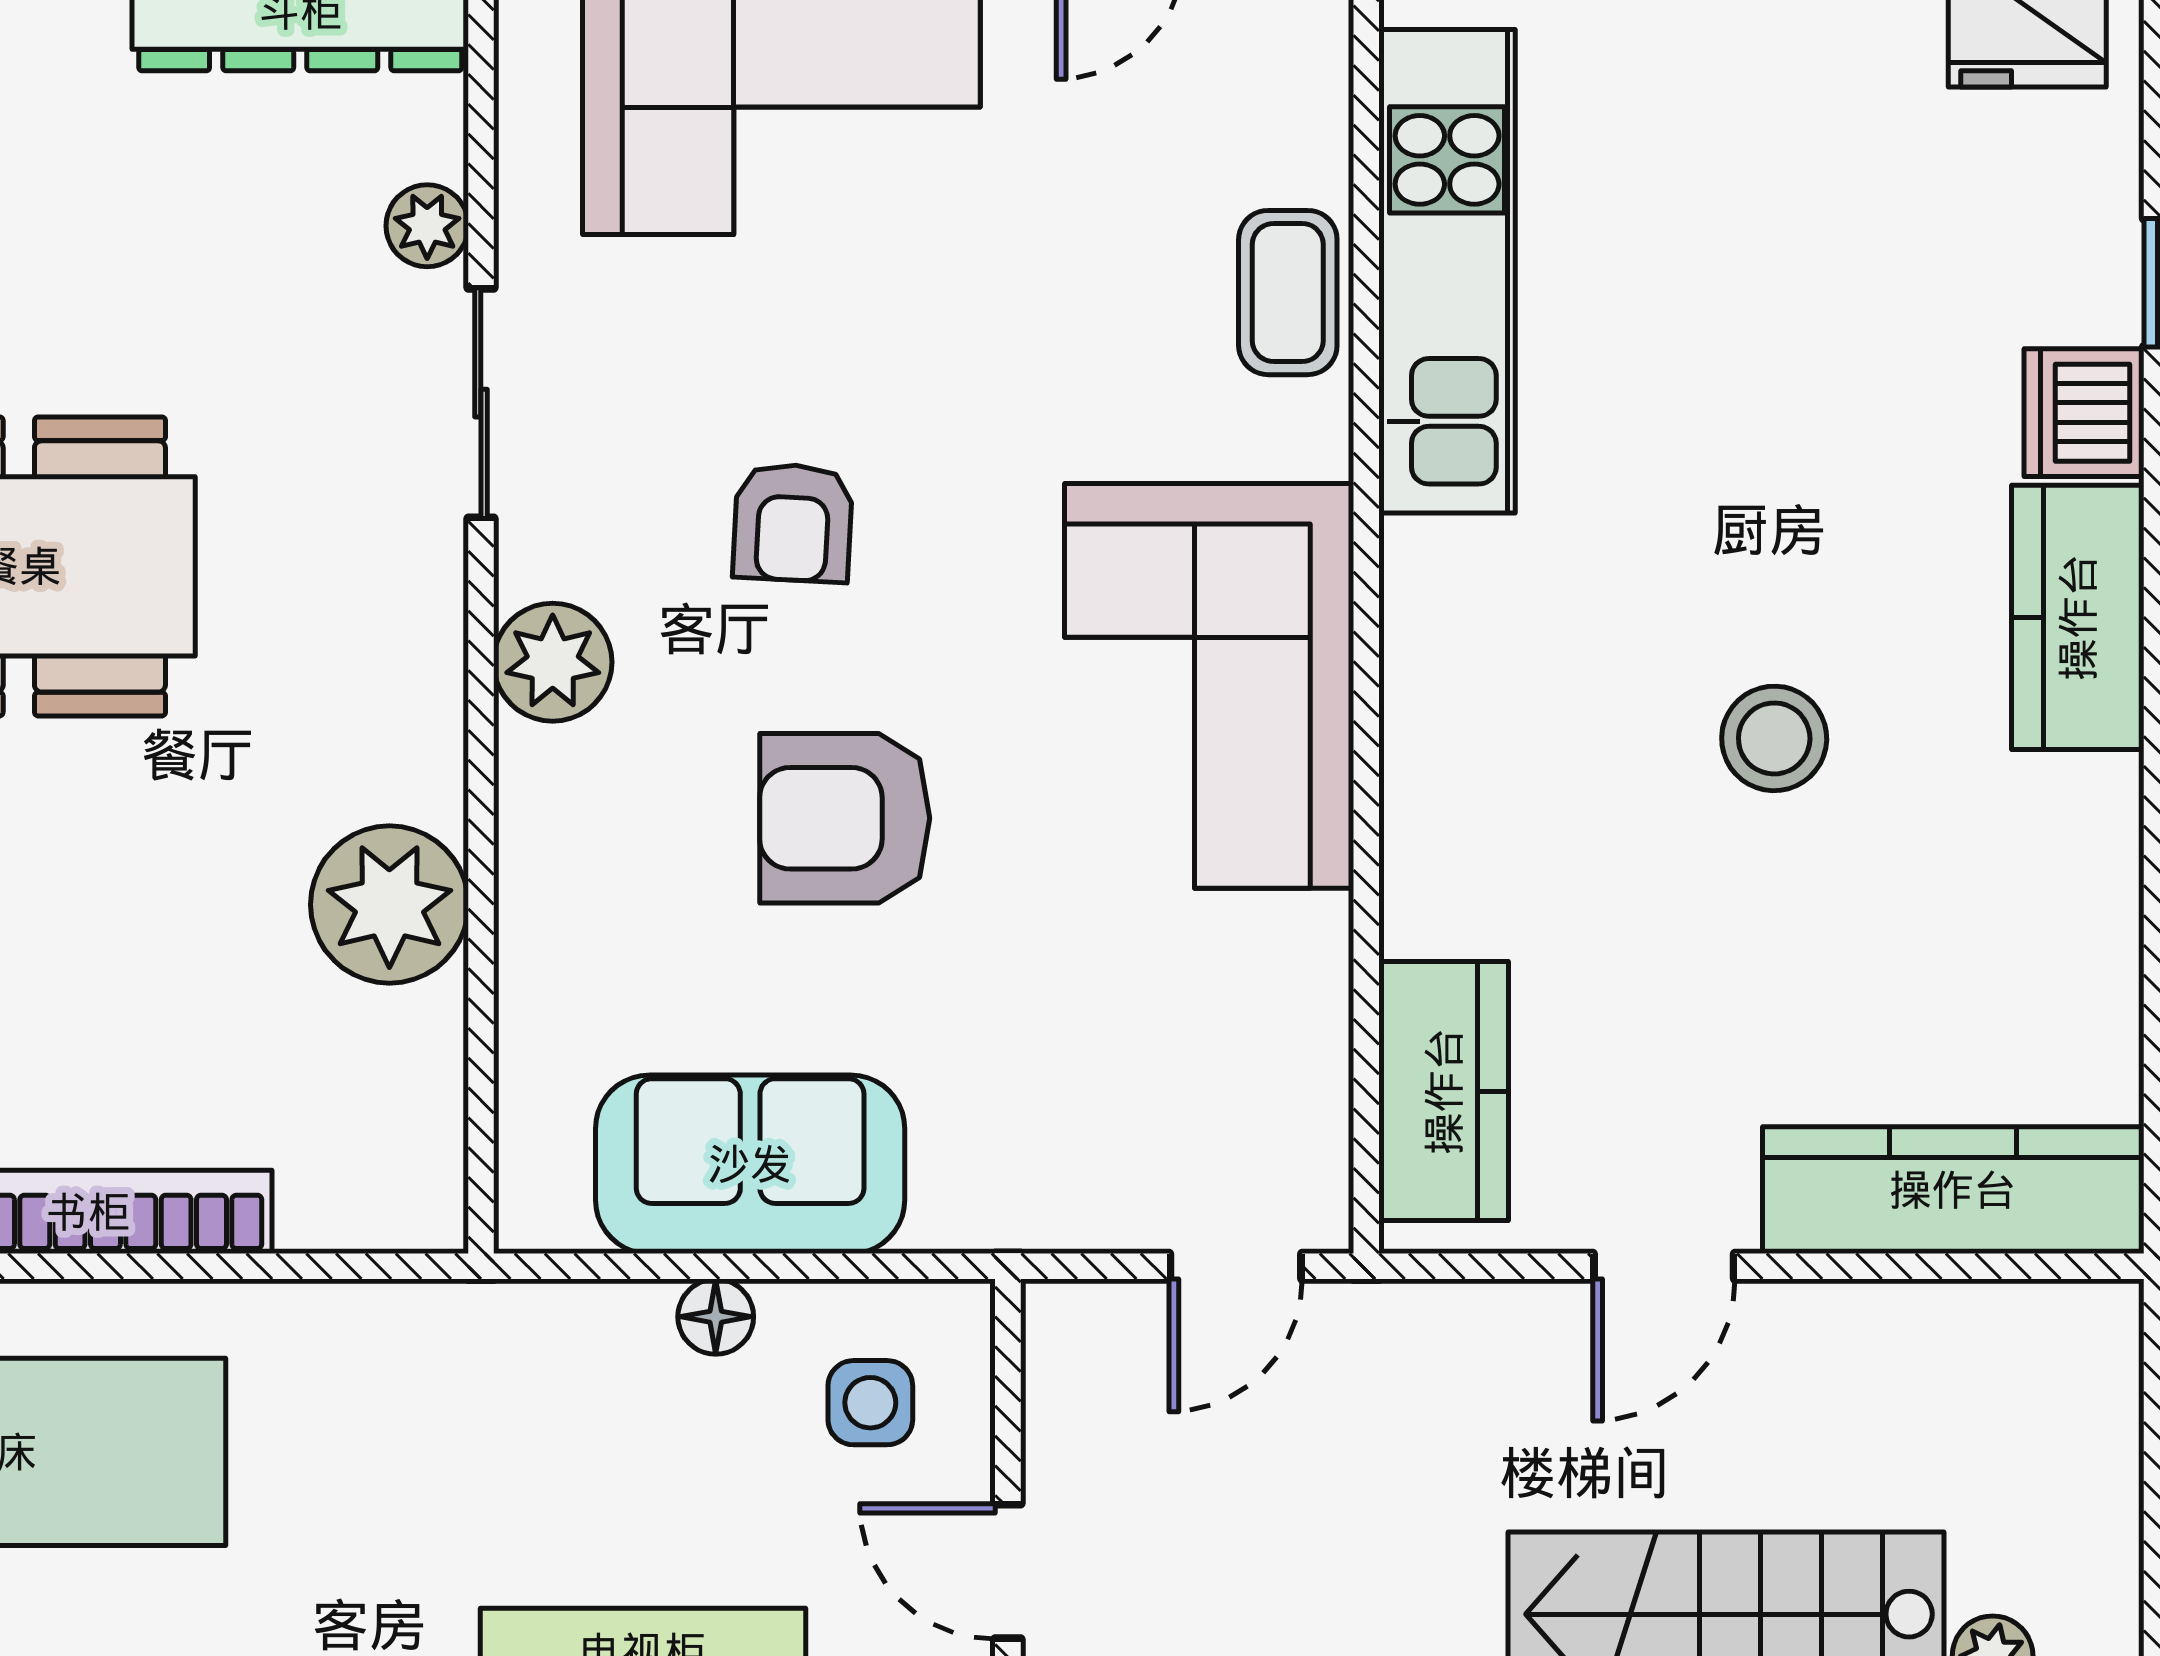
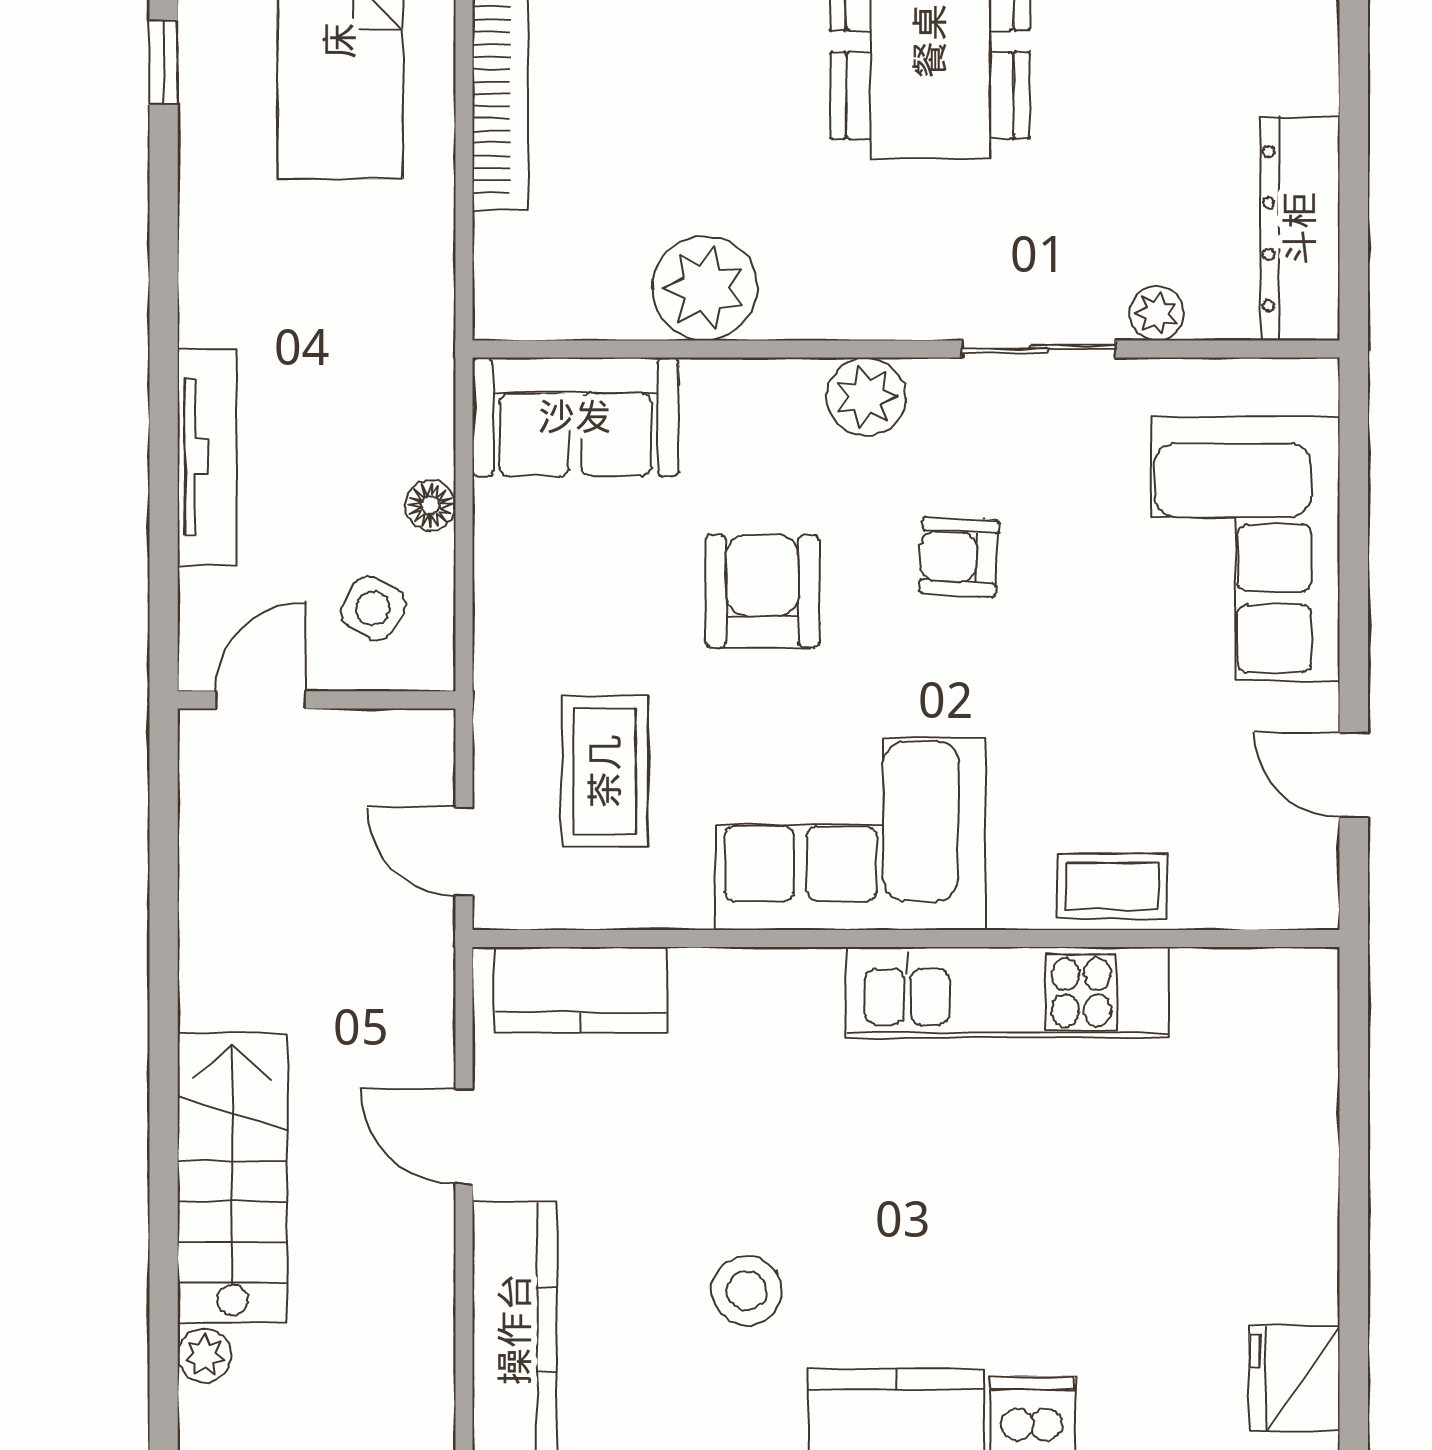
kitchen unit: (1447, 271) -> (1007, 992), moved
stool: (1774, 738) -> (747, 1291), moved
coffee table: (1115, 1055) -> (605, 771), added
sofa: (750, 1164) -> (575, 417), moved, turned 90
side table: (870, 1403) -> (373, 608), turned 31

